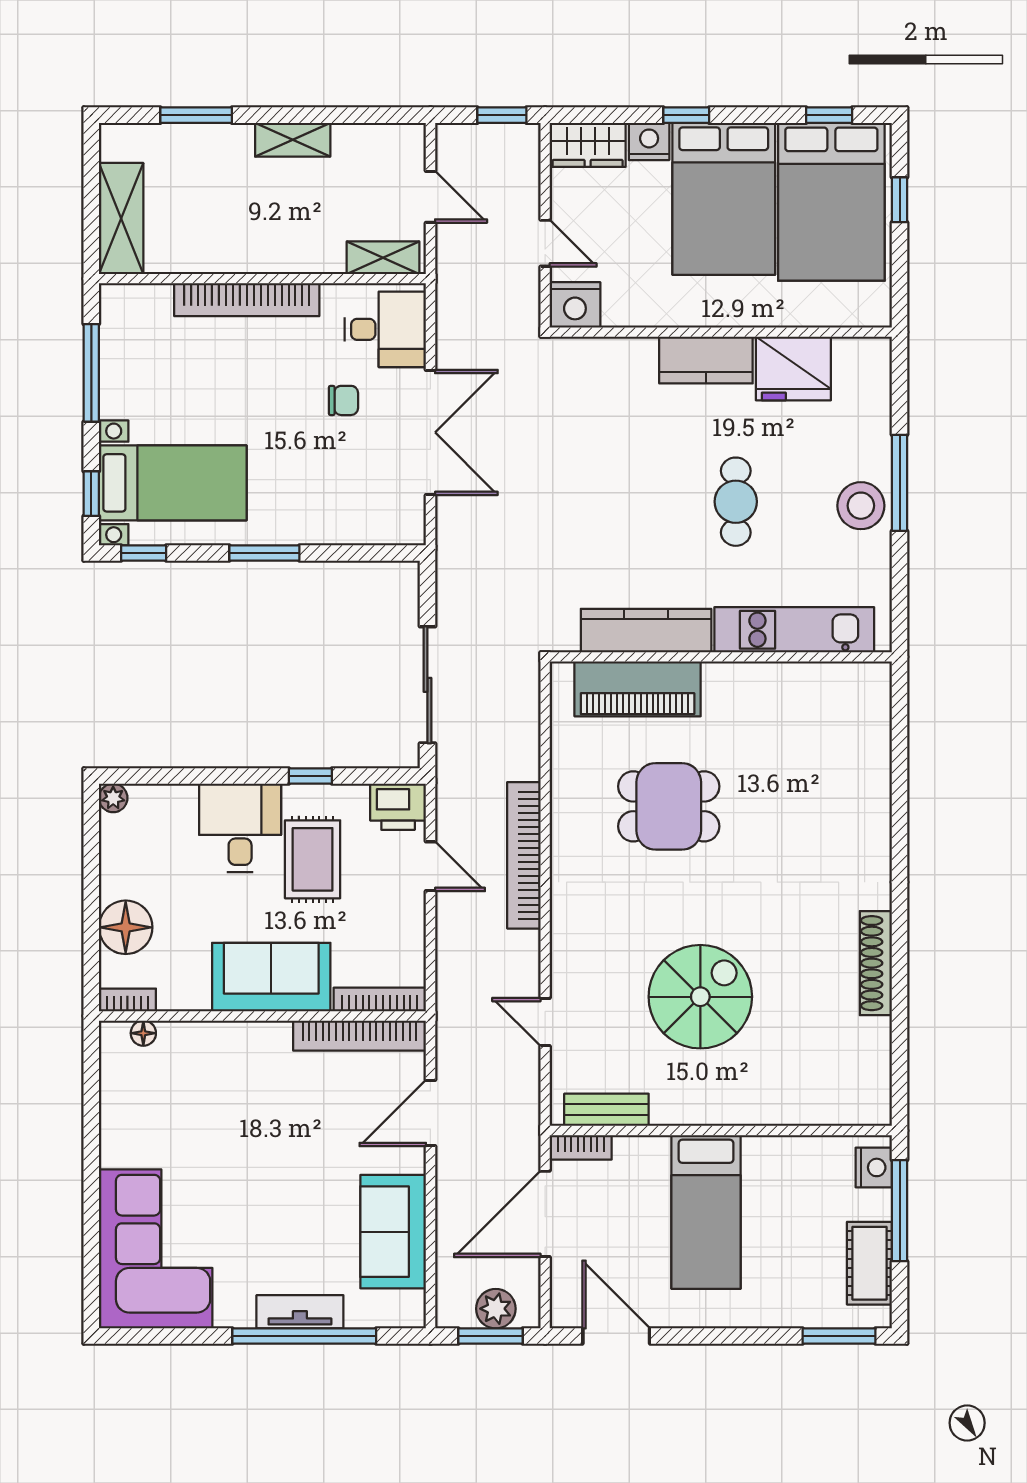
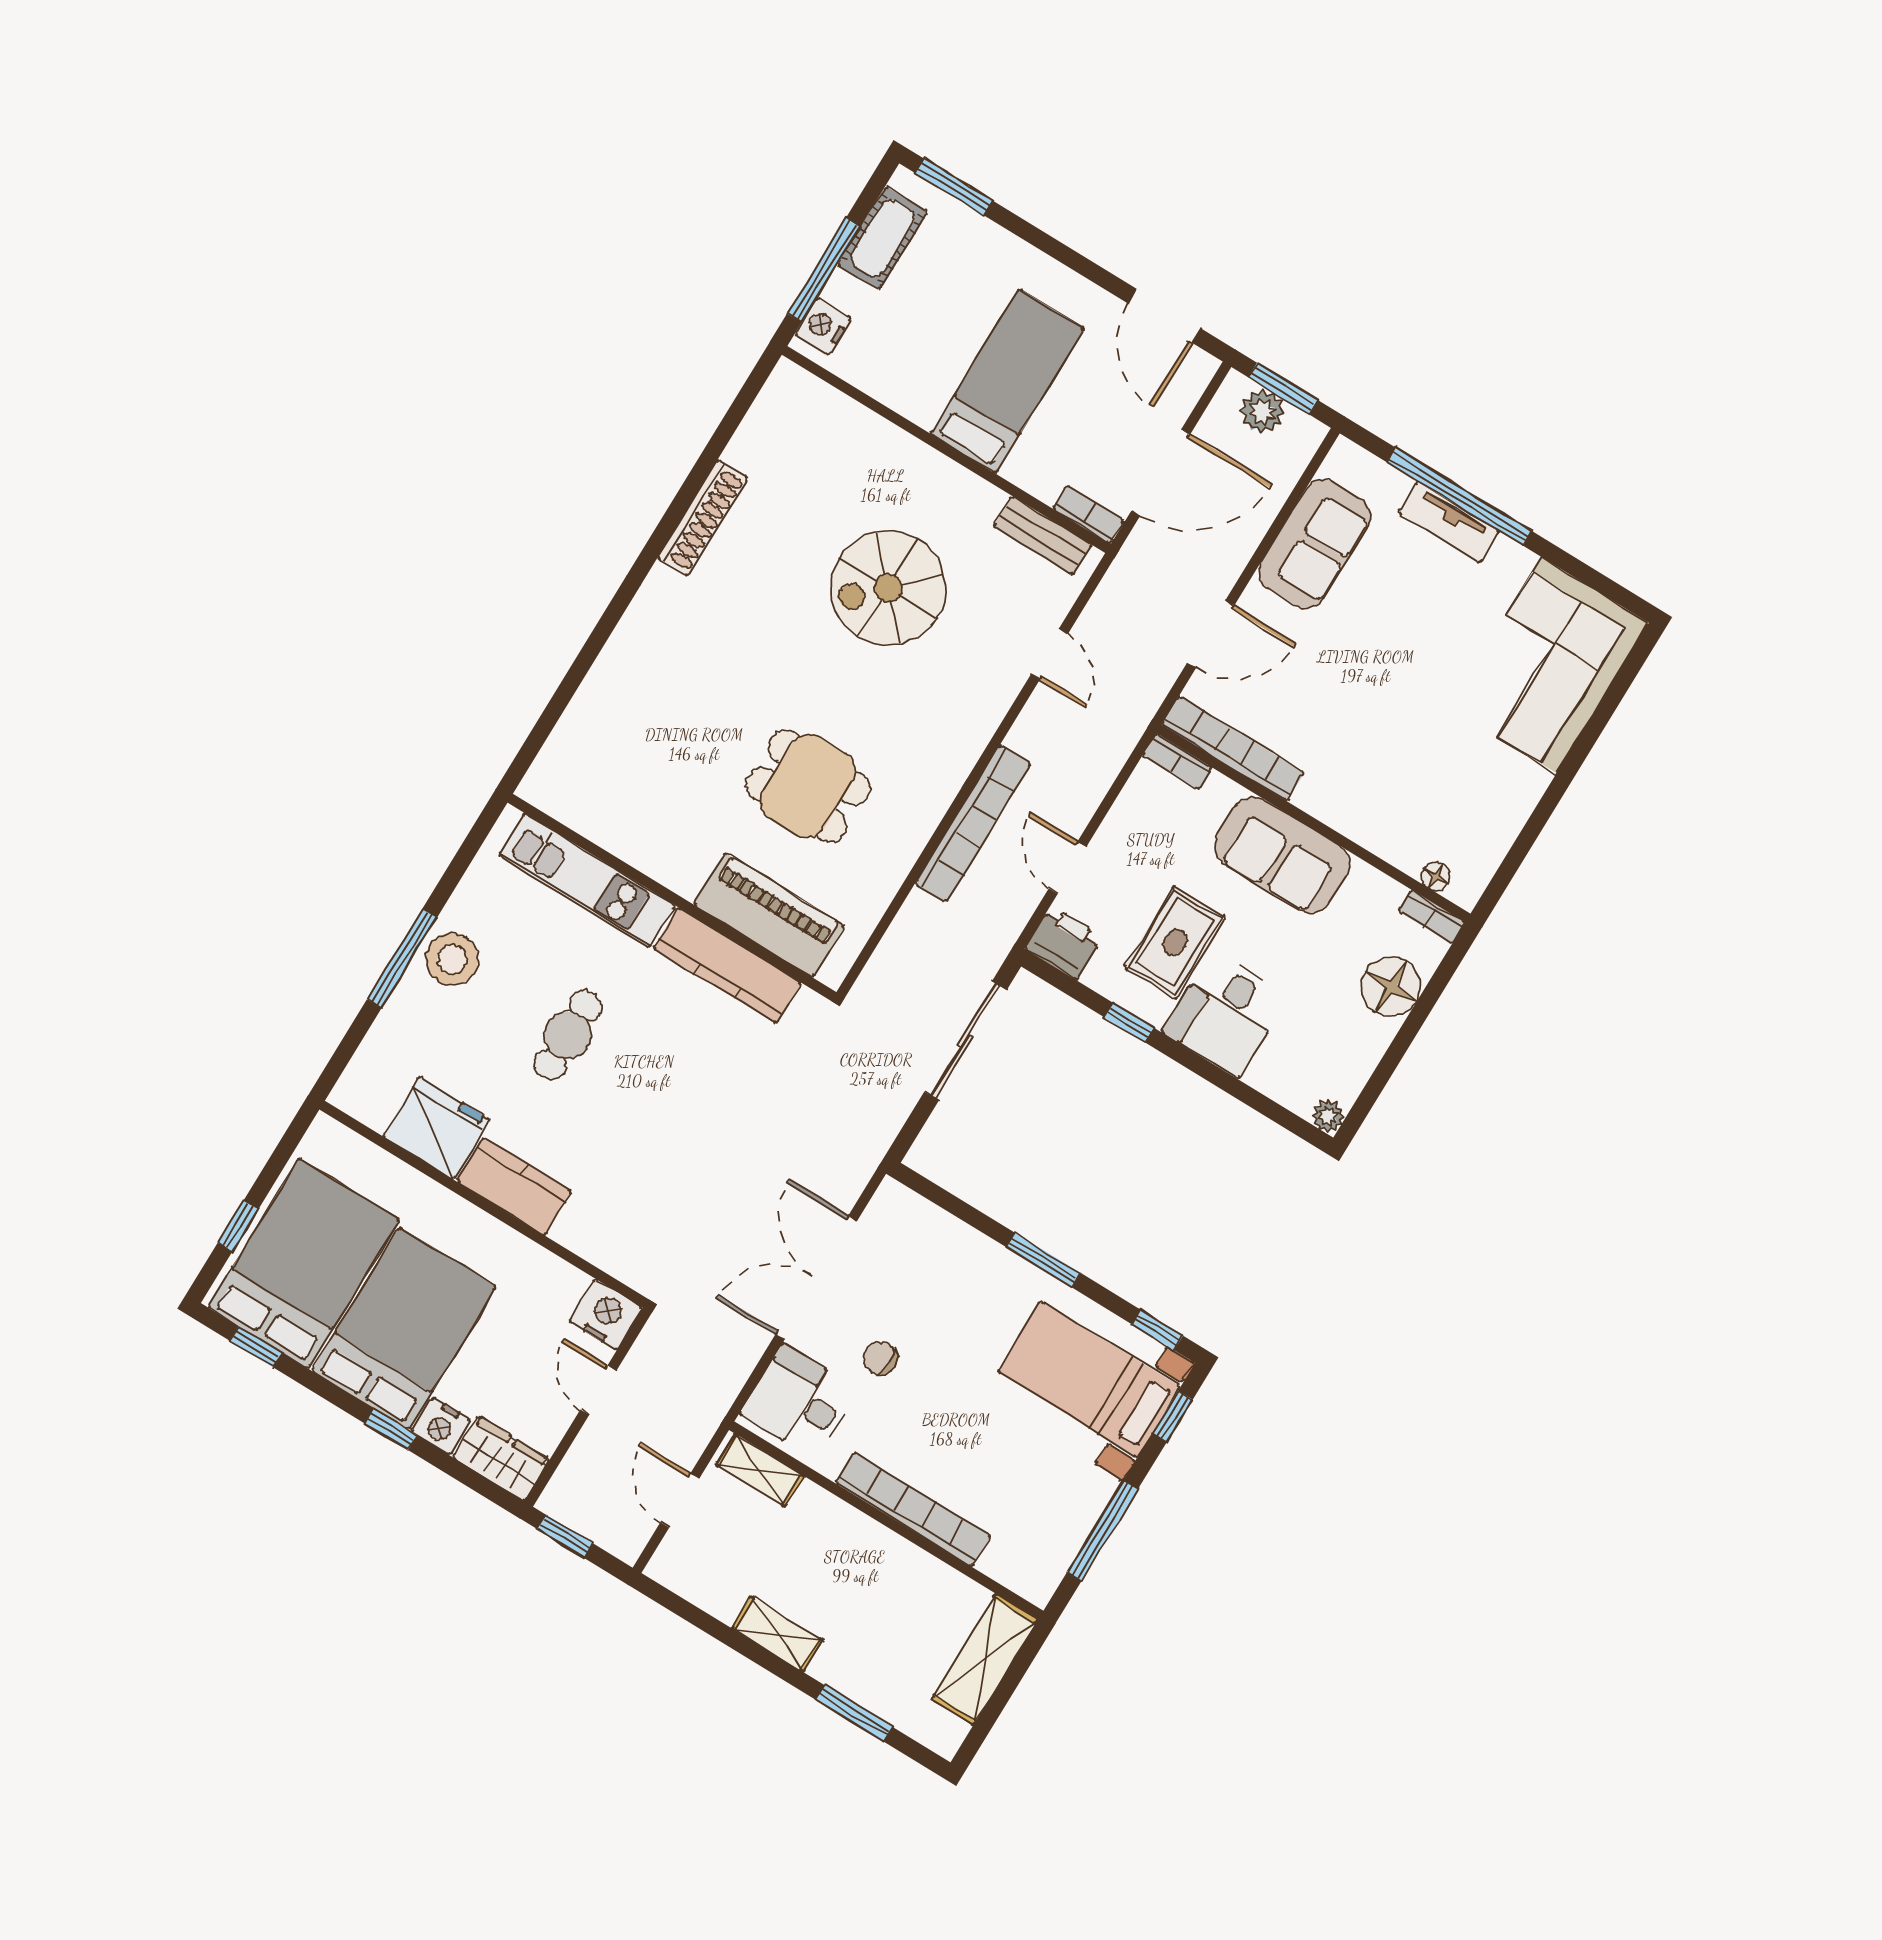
bookcase: (380, 1000) -> (1177, 761), width x0.64

